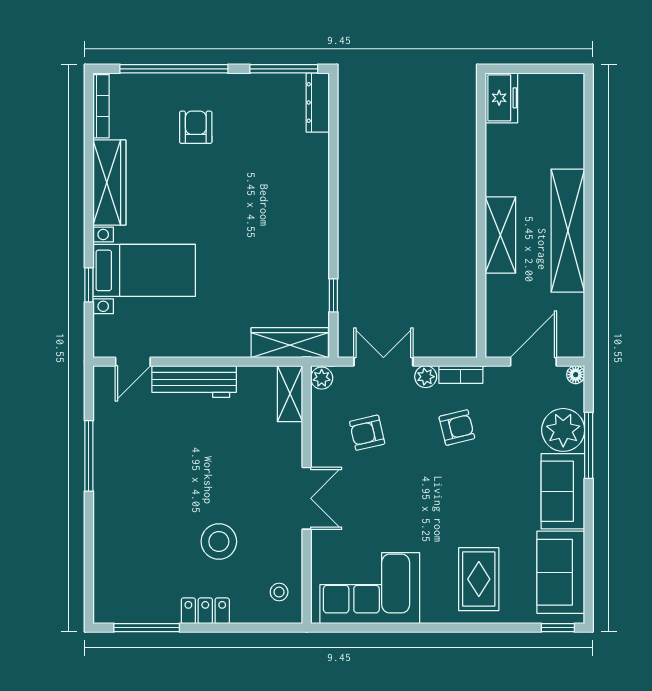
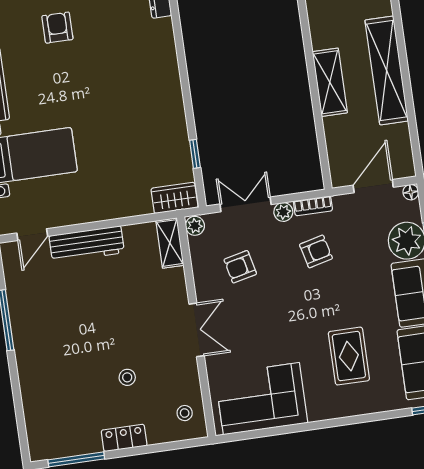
wardrobe: (290, 343) -> (174, 198), width x0.67
stool: (219, 542) -> (127, 377), width x0.53, depth x0.53
rug: (479, 579) -> (349, 356), moved

